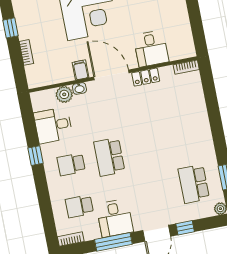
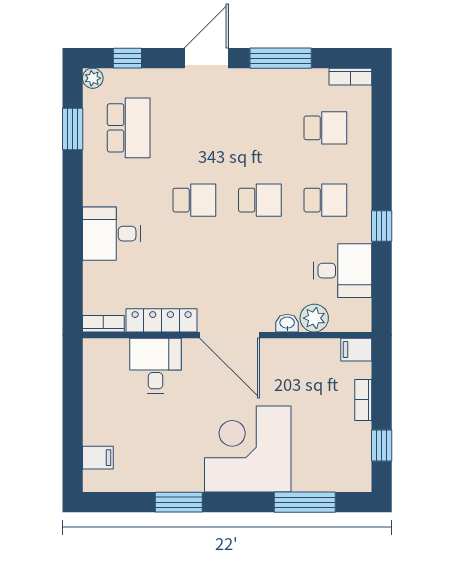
filing cabinet: (81, 70) -> (356, 350), moved, turned 90
locker: (146, 77) -> (162, 320), width x1.53
school desk: (147, 149) -> (194, 200), added
school desk: (109, 157) -> (260, 200), width x0.54
desk: (115, 218) -> (111, 234), moved, turned -90
window: (185, 228) -> (127, 58), moved

